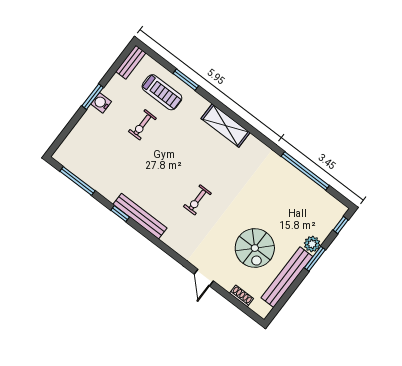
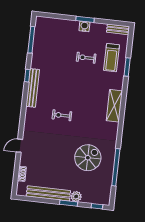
spiral stairs: (255, 248) -> (88, 158), moved, turned 180

